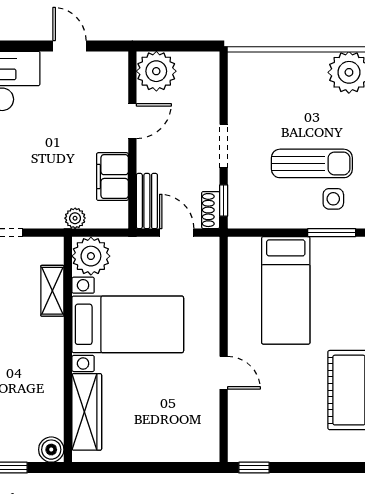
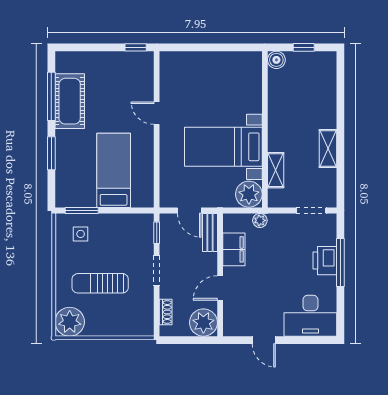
sun lounger: (312, 163) -> (100, 283), moved
shoe rack: (211, 210) -> (166, 312), moved
wardrobe: (87, 412) -> (252, 86), removed

